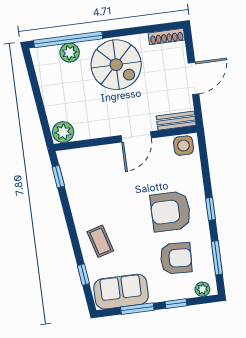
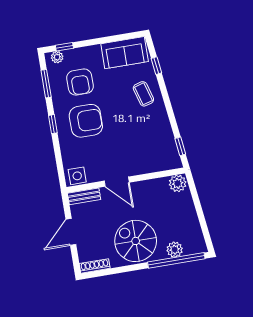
door: (136, 137) -> (117, 182), swing flipped
armchair: (176, 258) -> (80, 82), turned -93
window: (176, 304) -> (64, 47), moved
window: (137, 309) -> (111, 39), removed

